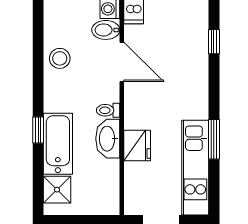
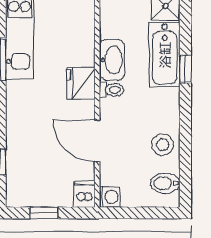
bidet: (106, 30) -> (165, 183), moved, turned 180
fridge: (137, 145) -> (81, 83), moved

